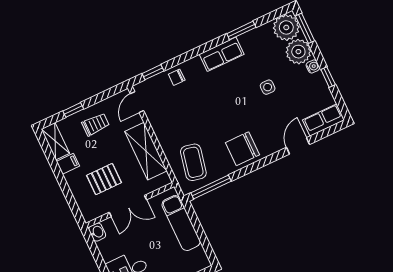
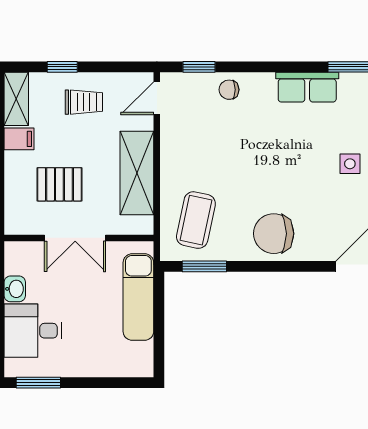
window: (211, 187) -> (204, 266), width x0.69
washbasin: (97, 232) -> (15, 289), moved

